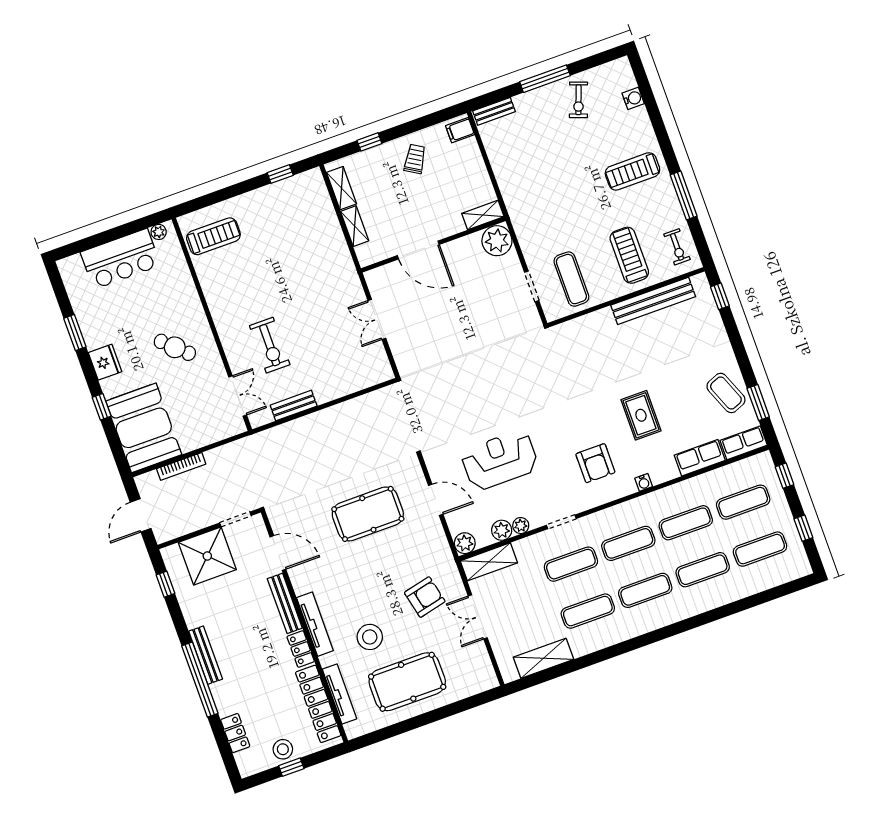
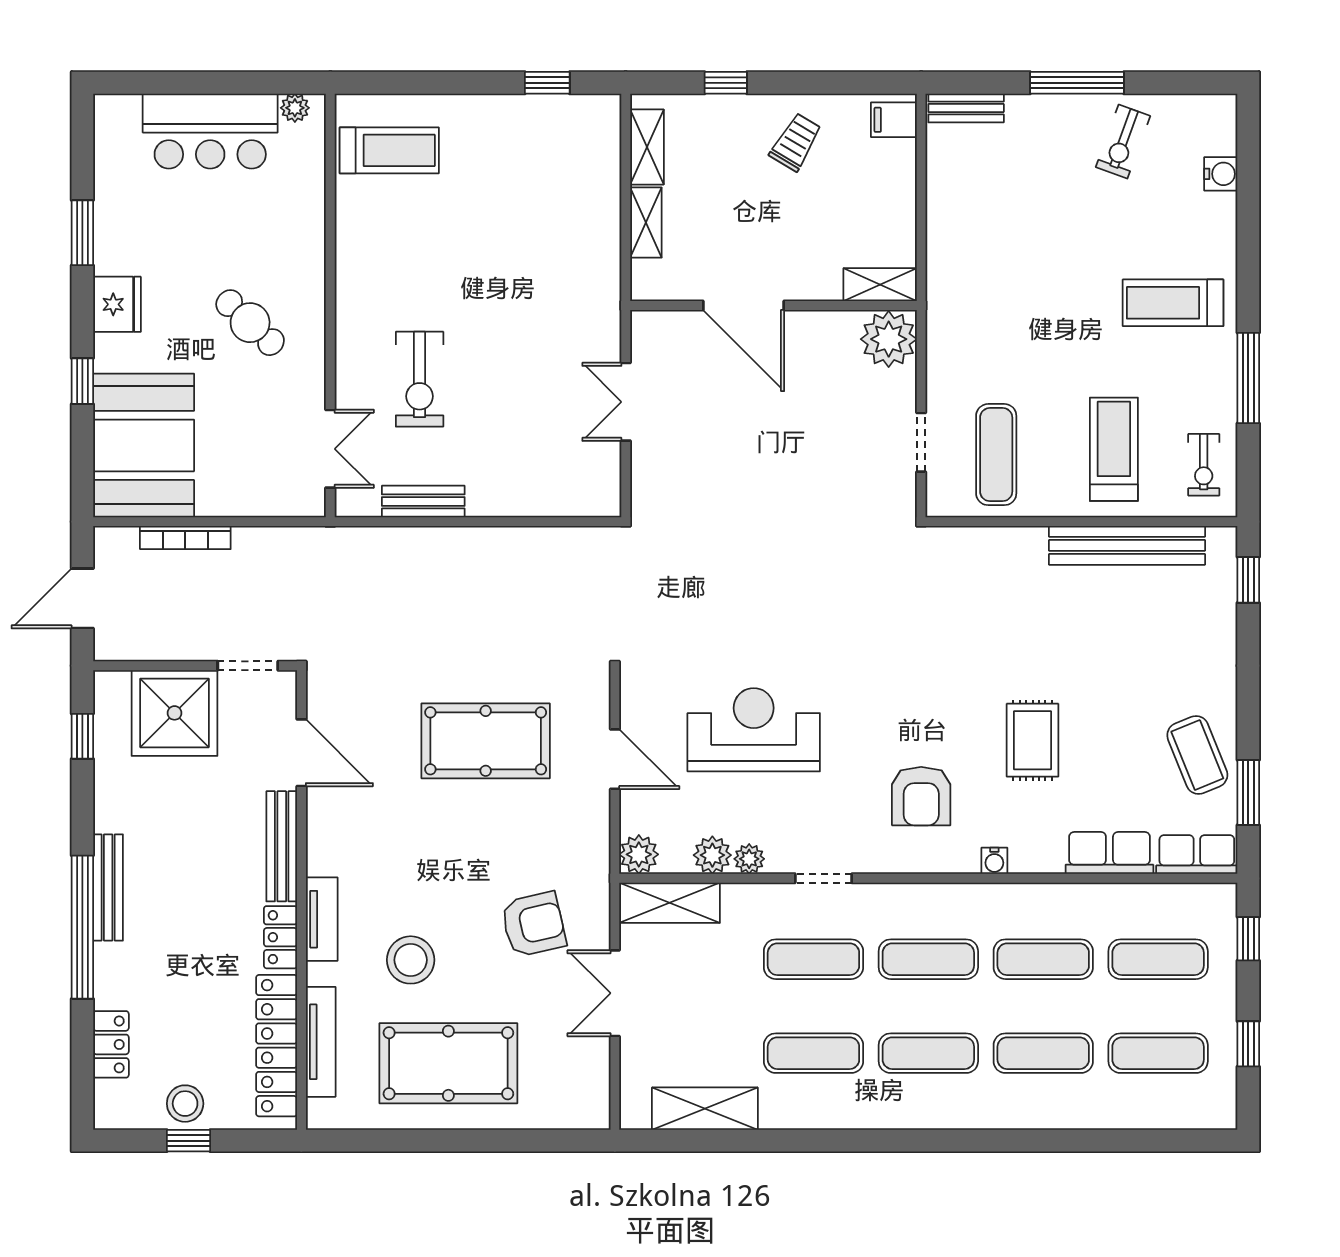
tv unit: (315, 624) -> (322, 919), width x0.71

